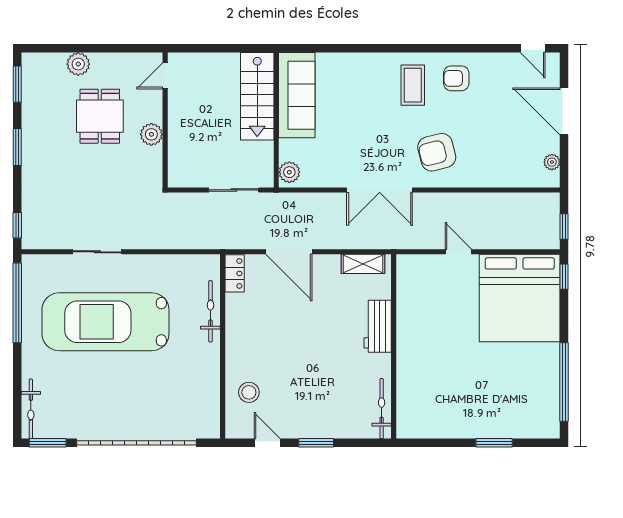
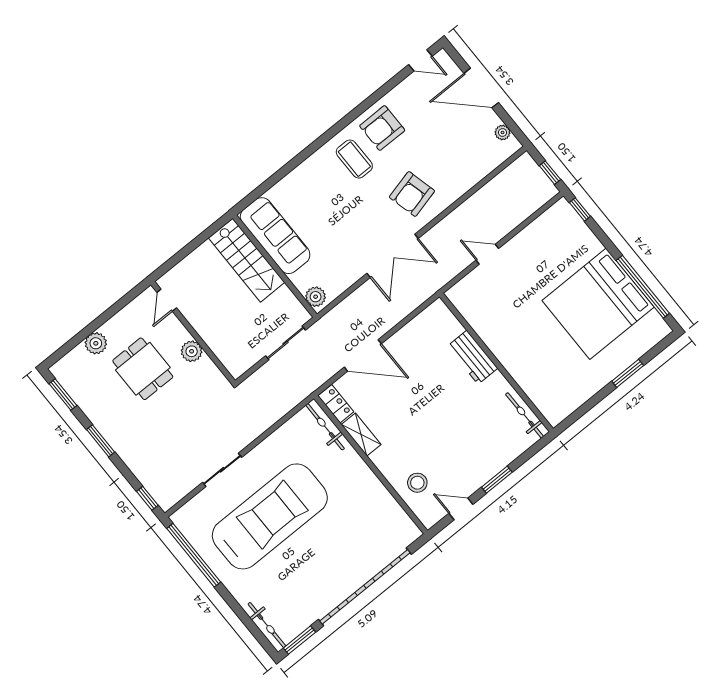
armchair: (456, 78) -> (382, 128), width x1.38, depth x1.38
shelving: (363, 264) -> (361, 434), moved, turned 90
bed: (520, 298) -> (598, 304), moved, turned 90
bicycle: (210, 311) -> (325, 427), moved
car: (105, 322) -> (270, 516), turned 180

